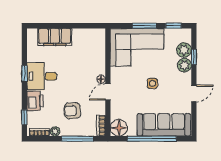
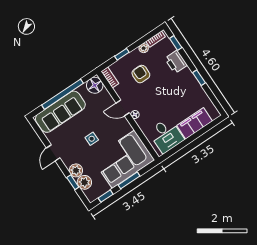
desk: (42, 76) -> (166, 135), moved, turned 90
door: (108, 92) -> (123, 108), swing flipped
armchair: (72, 111) -> (141, 74), turned -86
window: (77, 139) -> (122, 54), width x0.46

